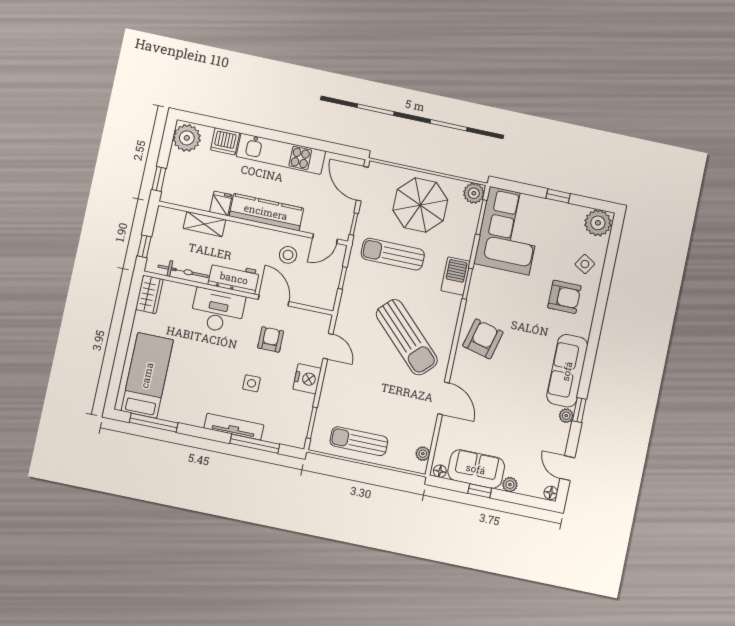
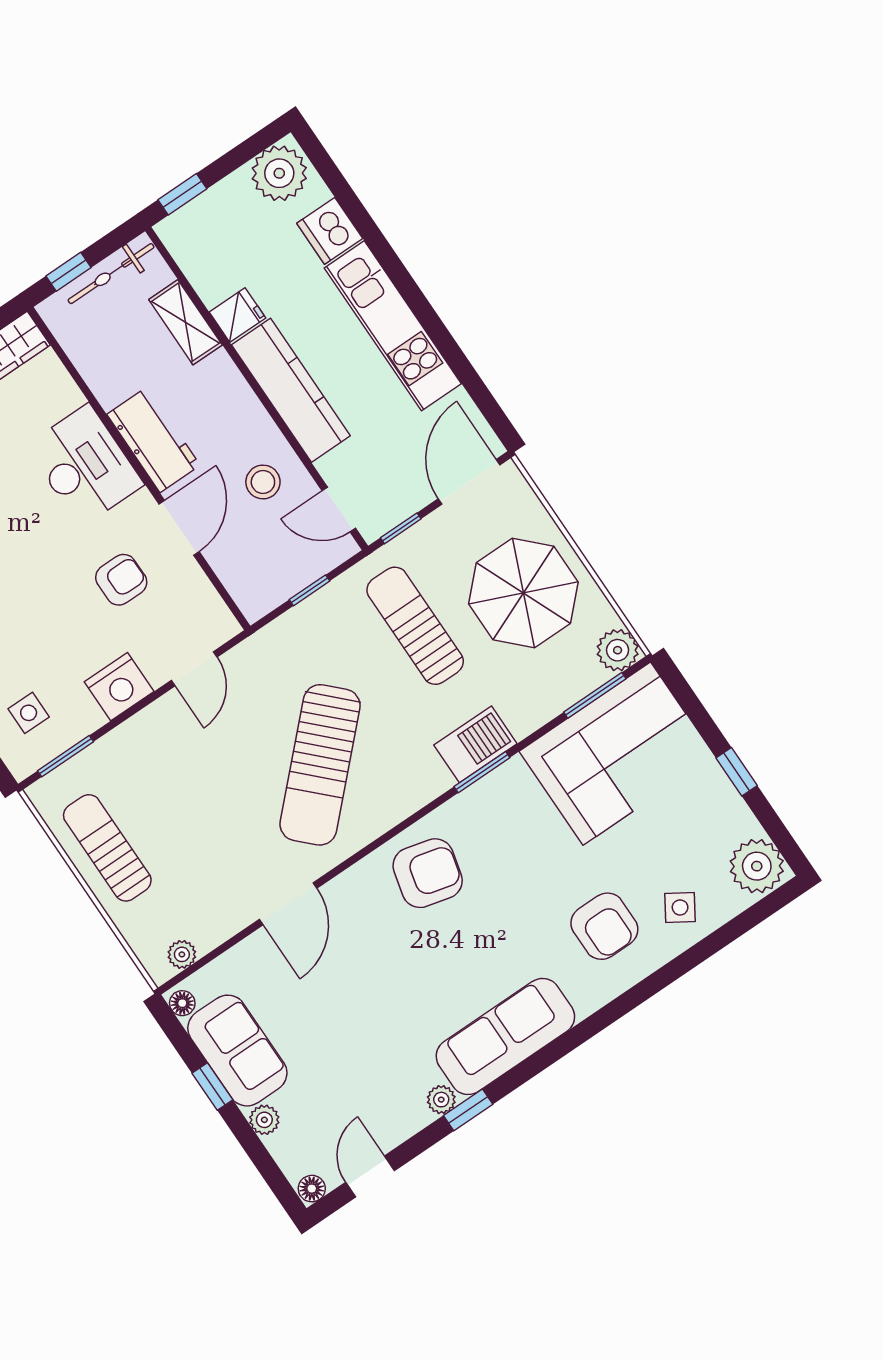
bicycle: (183, 271) -> (111, 274), moved, turned 90
side table: (252, 383) -> (29, 713), moved

